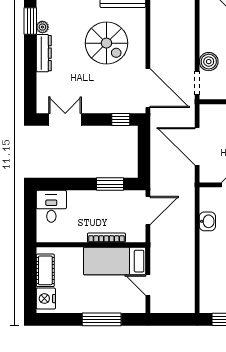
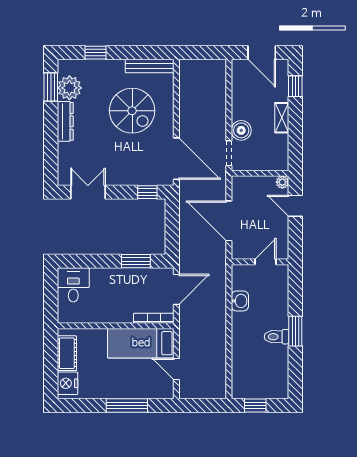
plant: (42, 27) -> (69, 88), width x1.87, depth x1.87
bookcase: (106, 238) -> (154, 318), moved

